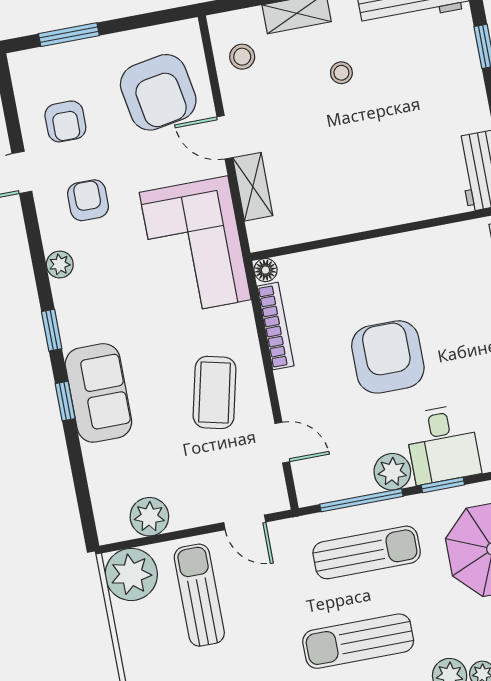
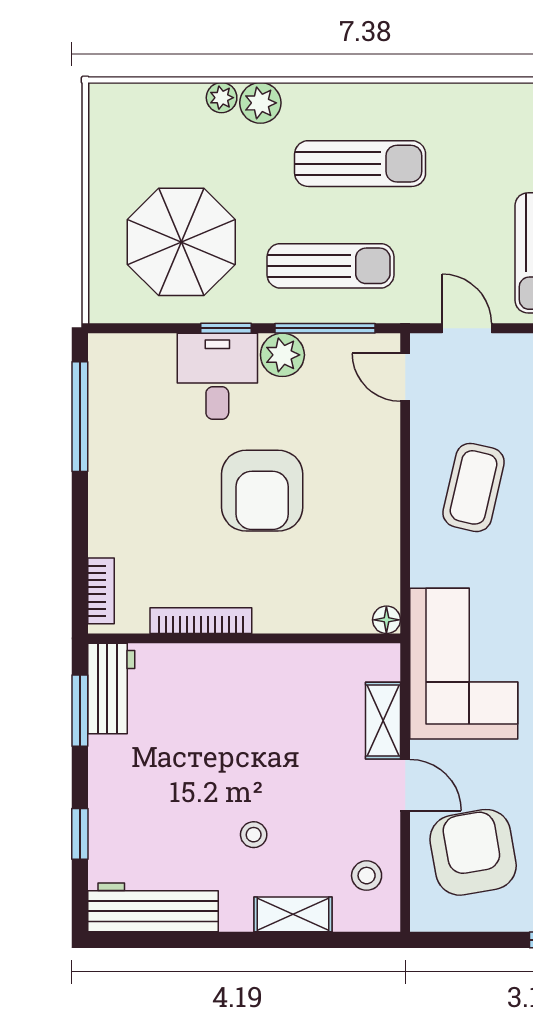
bookcase: (275, 326) -> (201, 621), moved, turned 90
door: (282, 443) -> (405, 377), moved
sun lounger: (367, 552) -> (330, 266), turned 180

